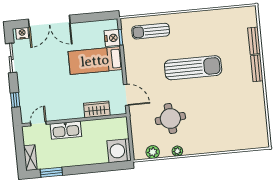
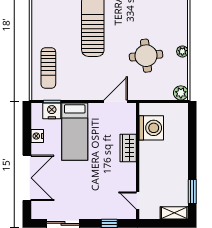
nightstand: (22, 33) -> (37, 136), moved
wardrobe: (97, 109) -> (128, 148), moved
kitchen sink: (66, 130) -> (148, 171), removed
washing machine: (119, 151) -> (151, 128), moved, turned -90
plant: (153, 152) -> (181, 93), moved

